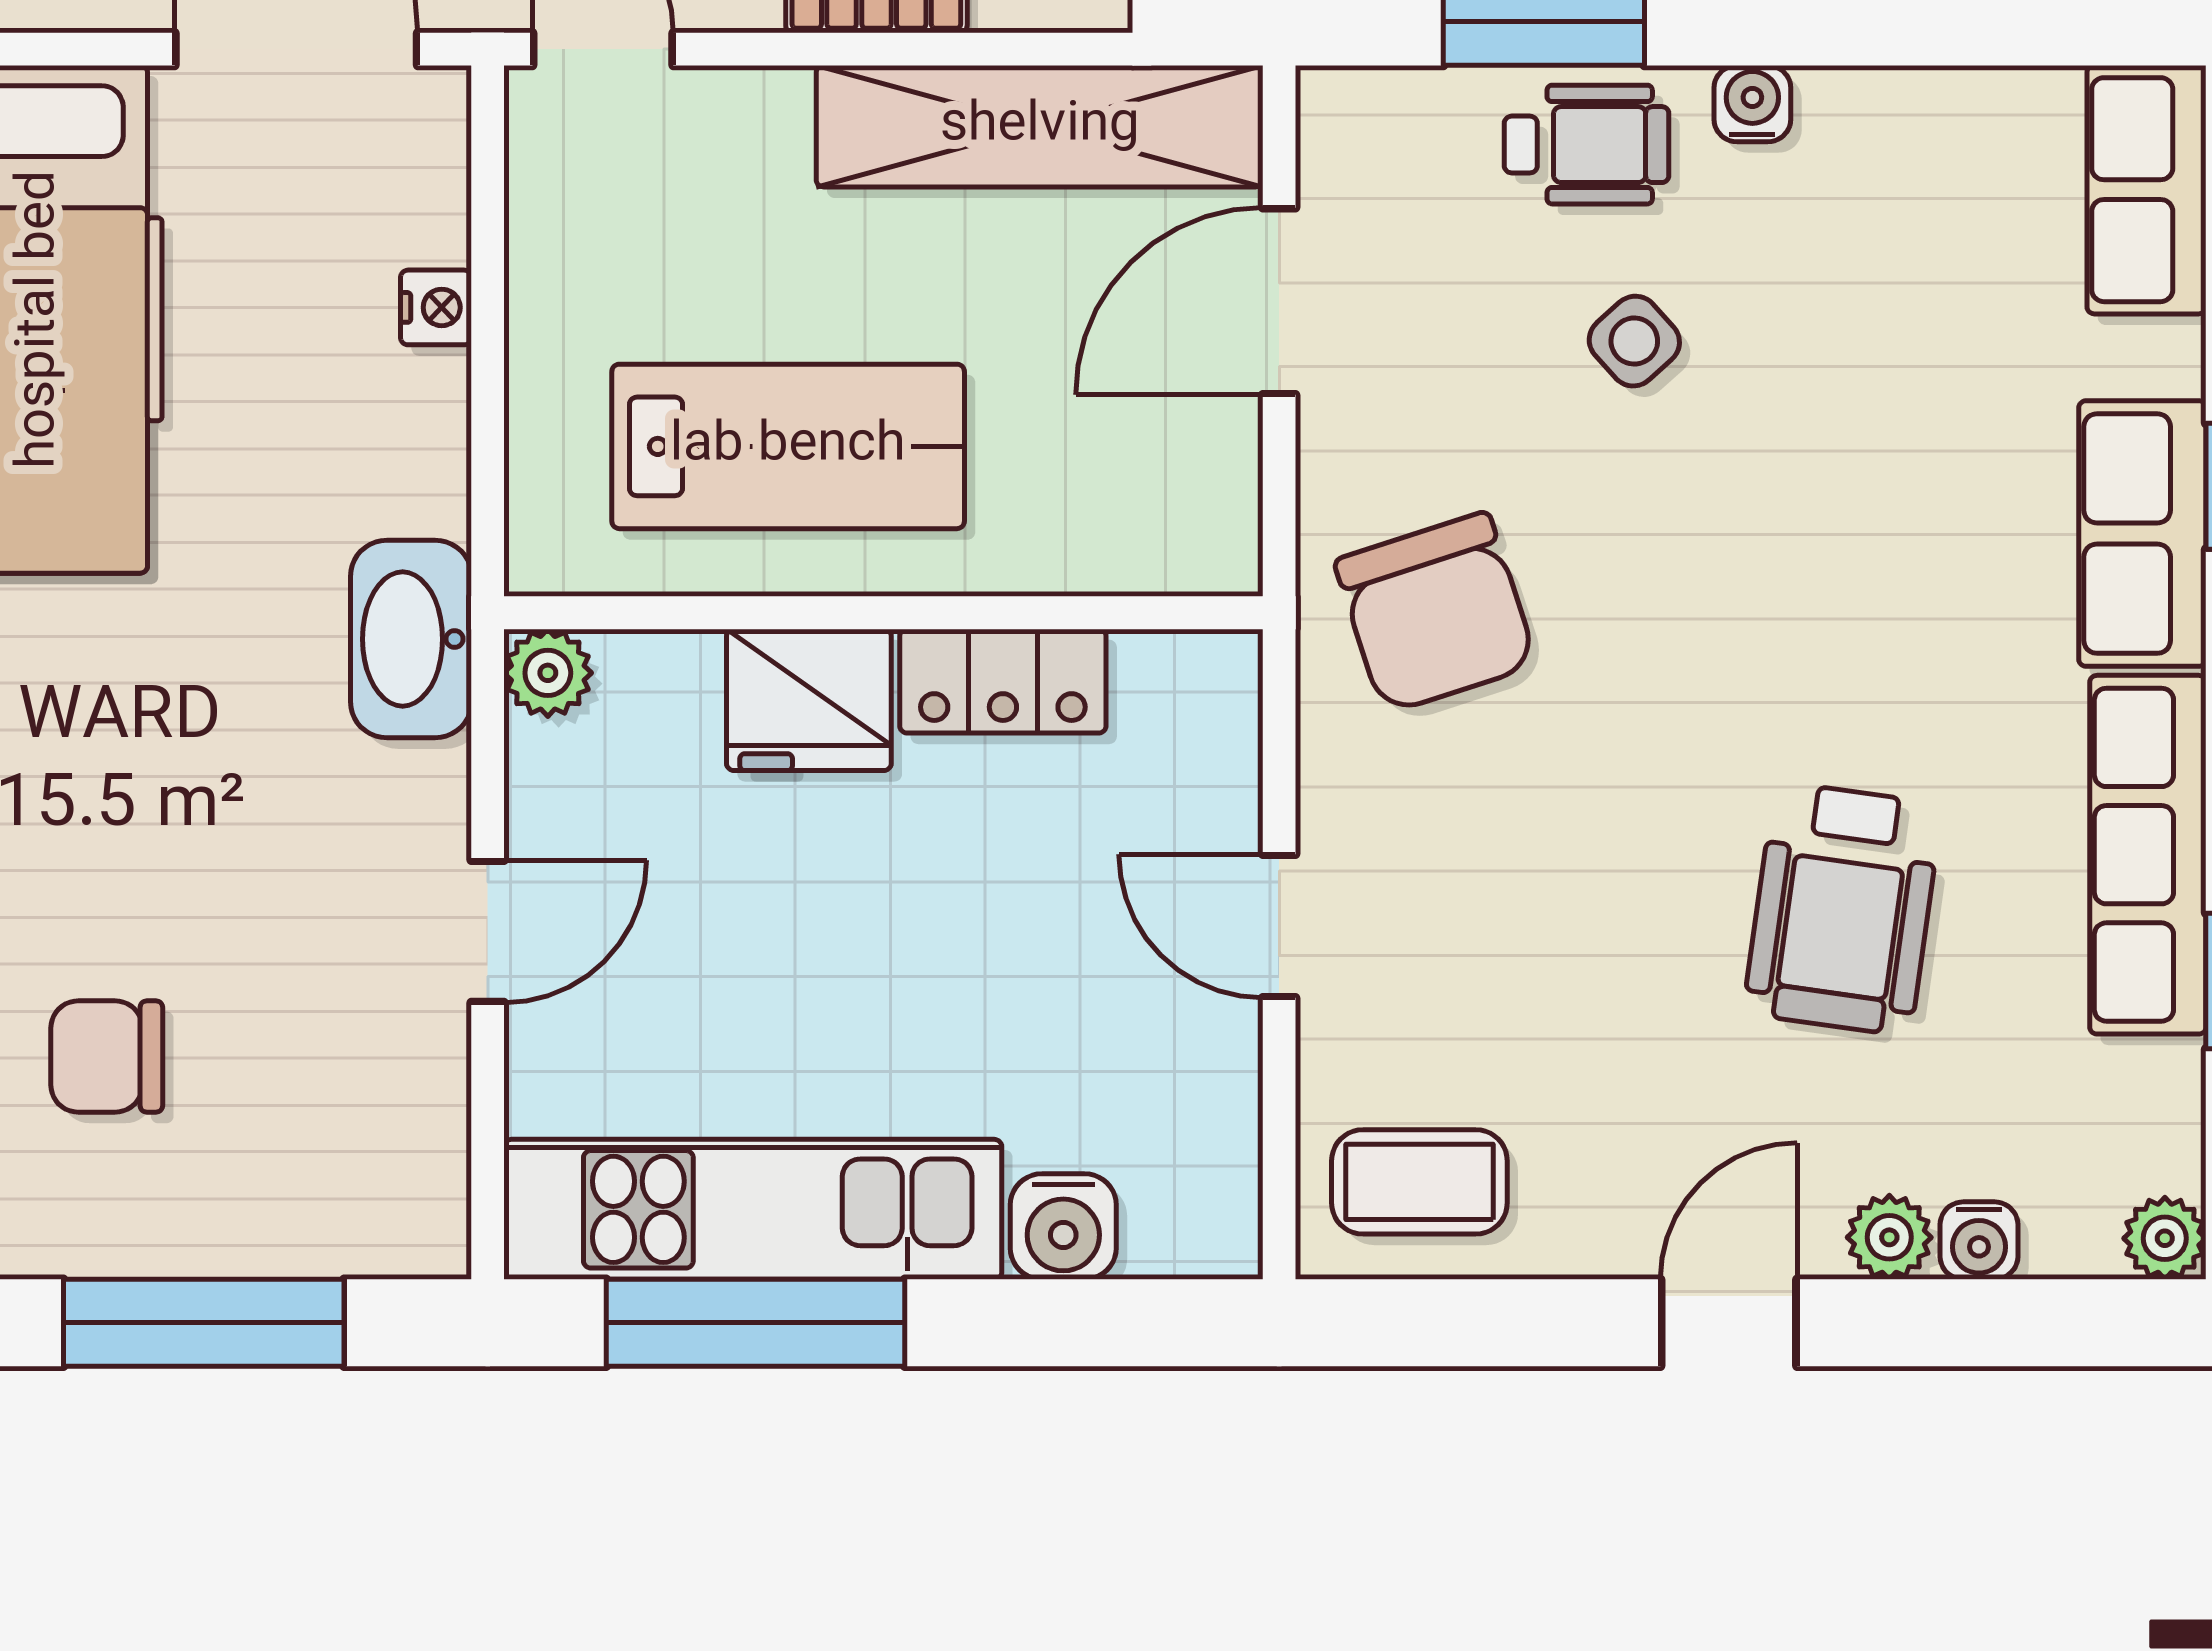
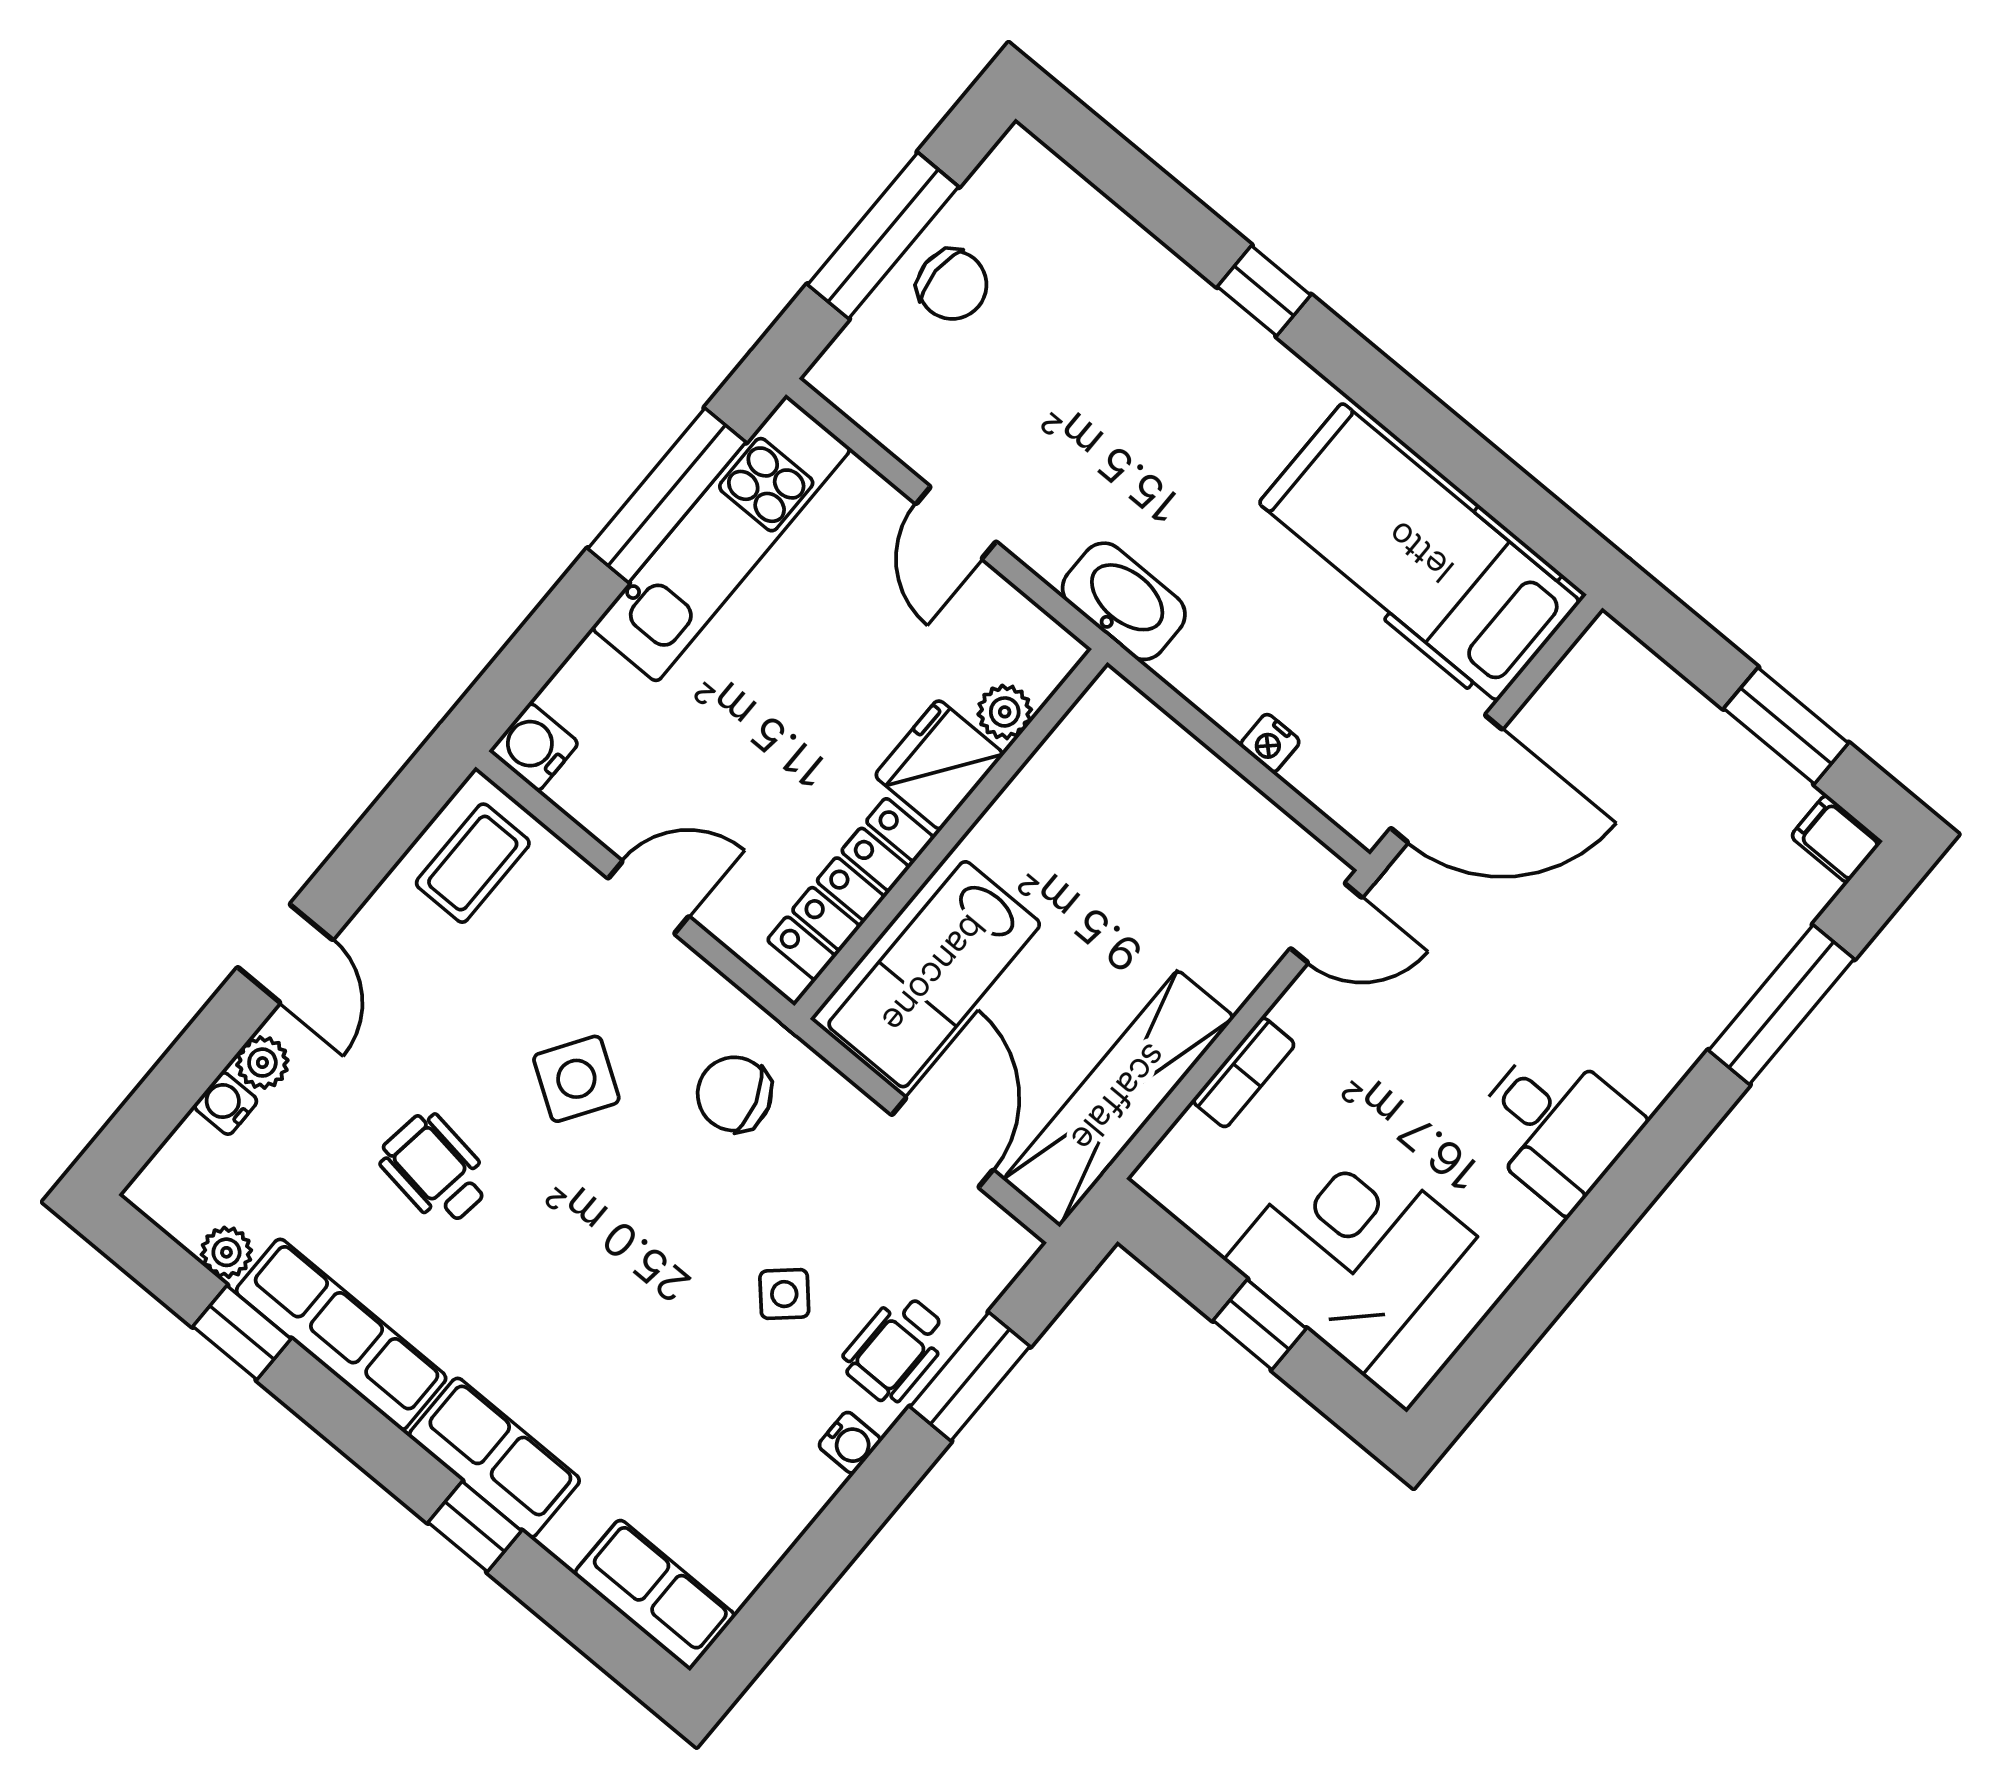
lab bench: (788, 446) -> (934, 974), moved
chair: (1436, 613) -> (734, 1094), width x0.73, depth x0.73
plant: (548, 673) -> (1005, 712), moved
locker: (1003, 681) -> (851, 889), width x1.53
side table: (1582, 827) -> (576, 1079), added
wheelchair: (1843, 909) -> (435, 1169), width x0.73, depth x0.73
chair: (107, 1057) -> (952, 285), moved, turned 90
water cooler: (1063, 1226) -> (534, 747), moved
plant: (2165, 1238) -> (226, 1252), moved

